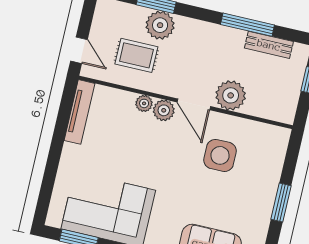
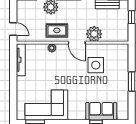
rug: (136, 55) -> (57, 30), moved
plant: (164, 110) -> (62, 49), removed

